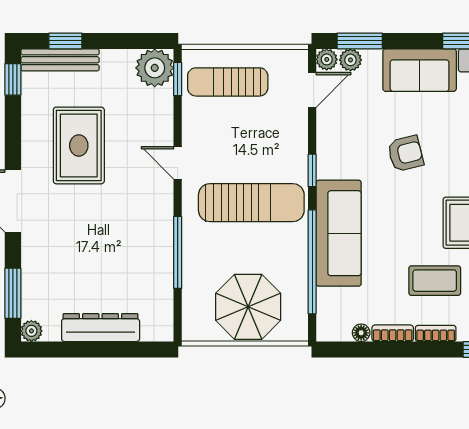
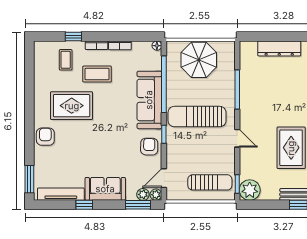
armchair: (405, 154) -> (149, 147), moved, turned 105
floor lamp: (361, 333) -> (157, 46), moved

